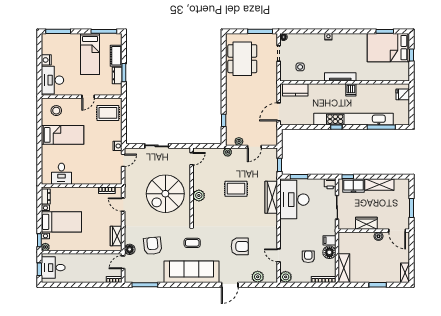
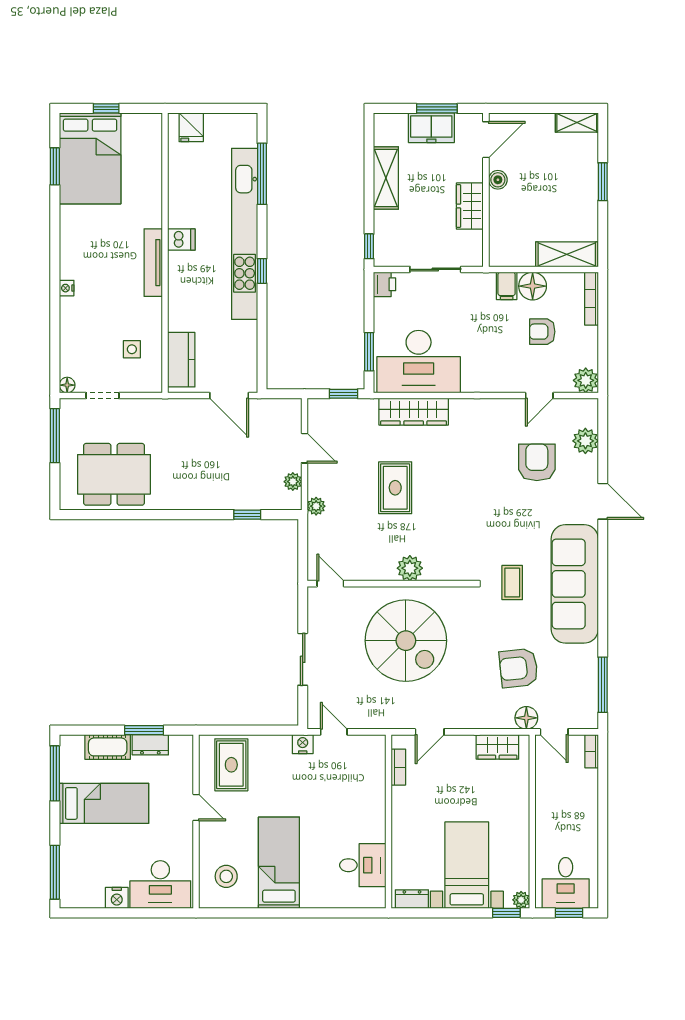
freezer: (353, 186) -> (431, 128), moved, turned 90
armchair: (240, 246) -> (537, 462), moved

